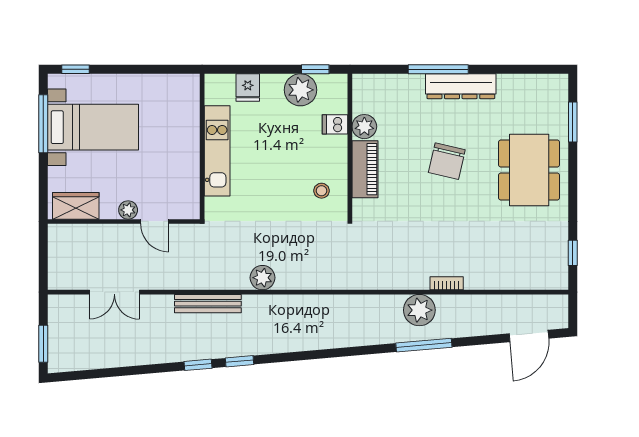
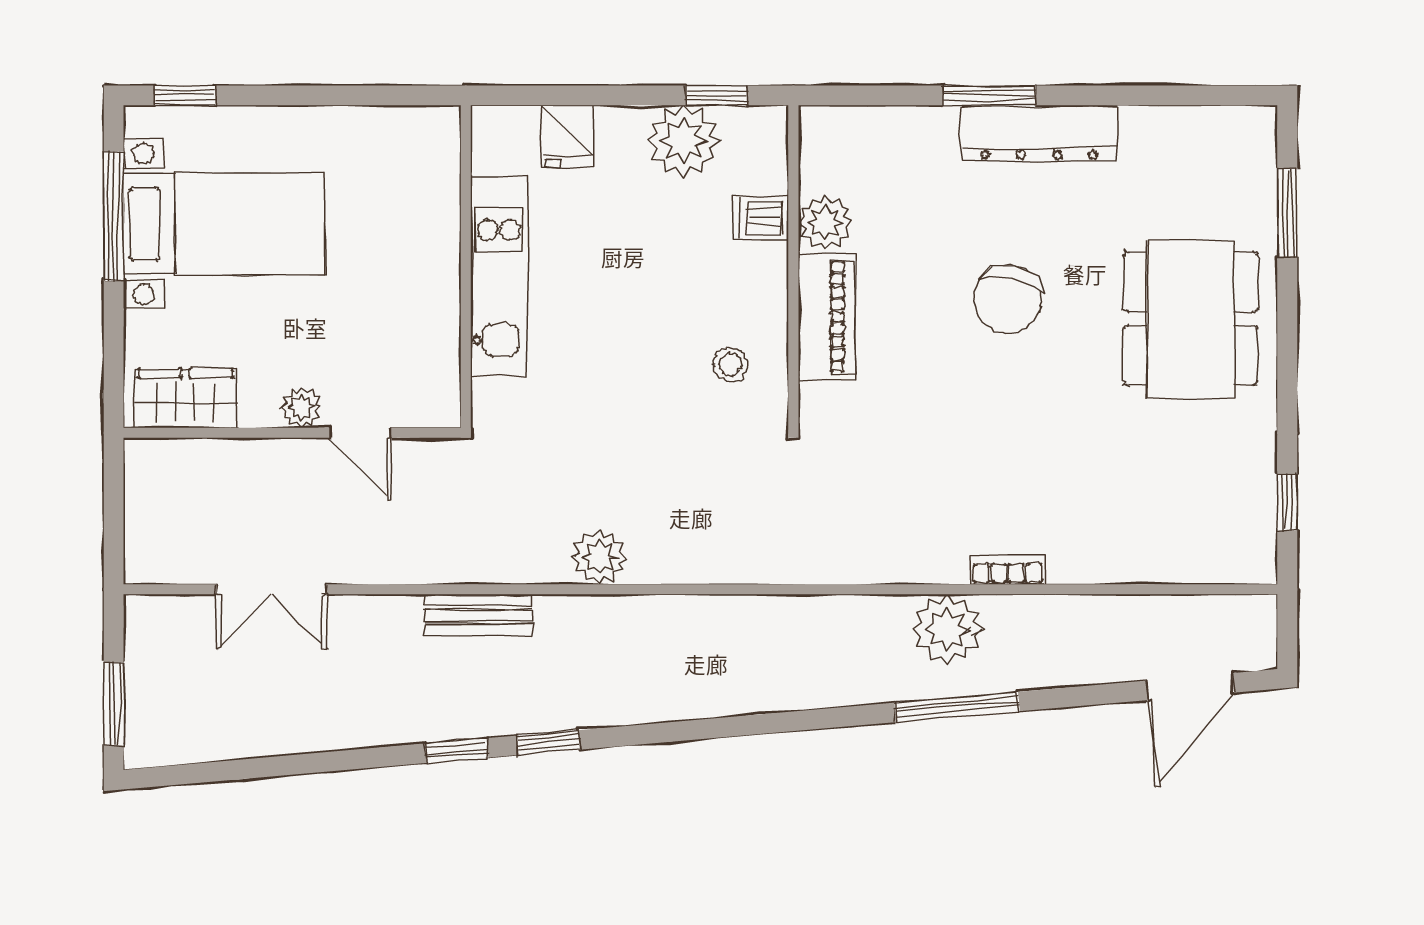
window: (438, 69) -> (989, 95), width x0.69
bench: (208, 304) -> (479, 615), width x0.73

